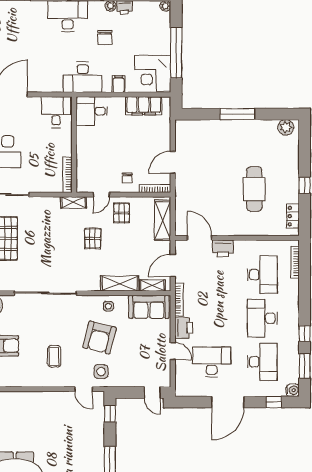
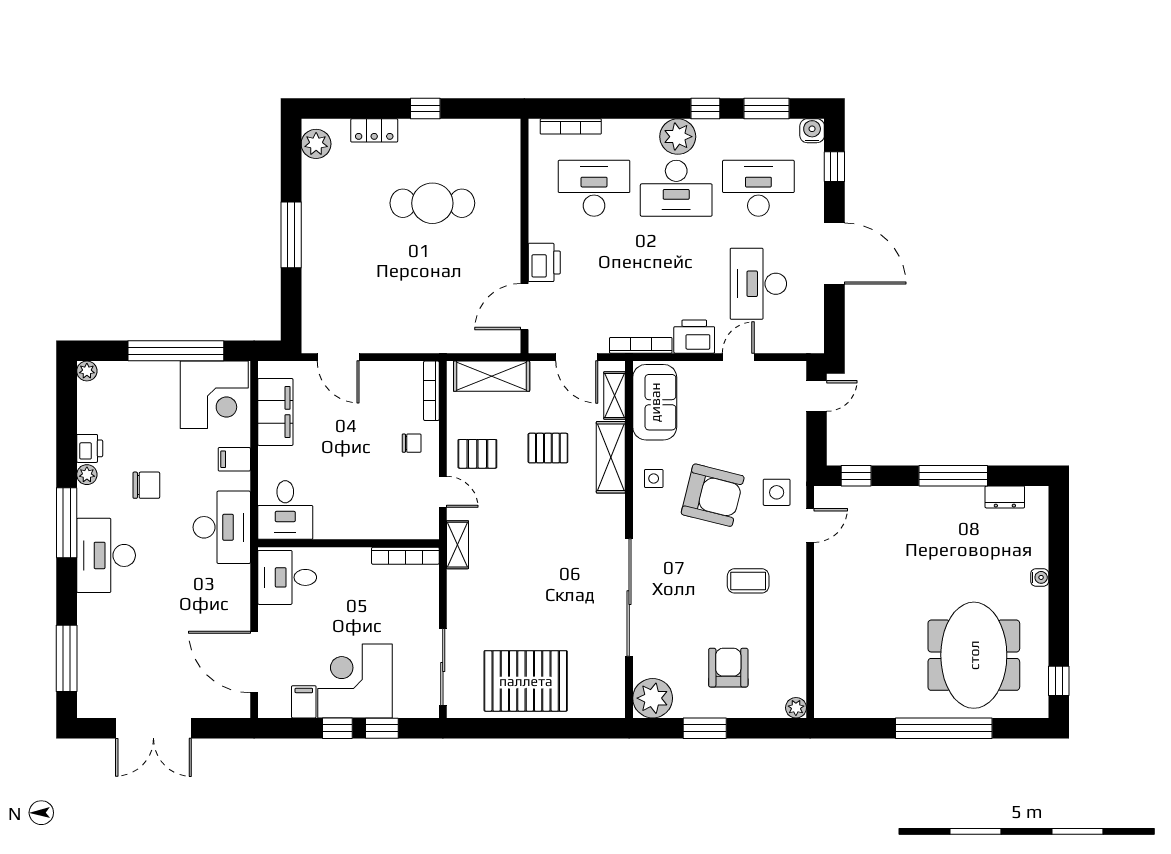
door: (173, 162) -> (338, 357), moved
locker: (293, 216) -> (374, 130), moved
pallet: (93, 238) -> (548, 448), moved
plant: (290, 319) -> (678, 137), added

